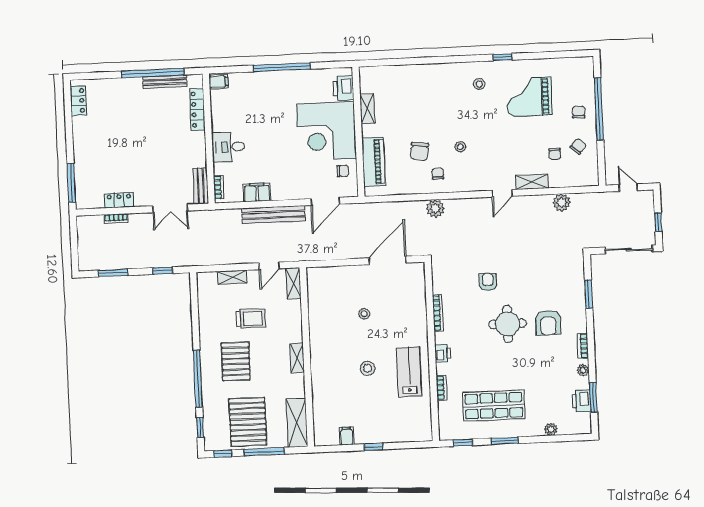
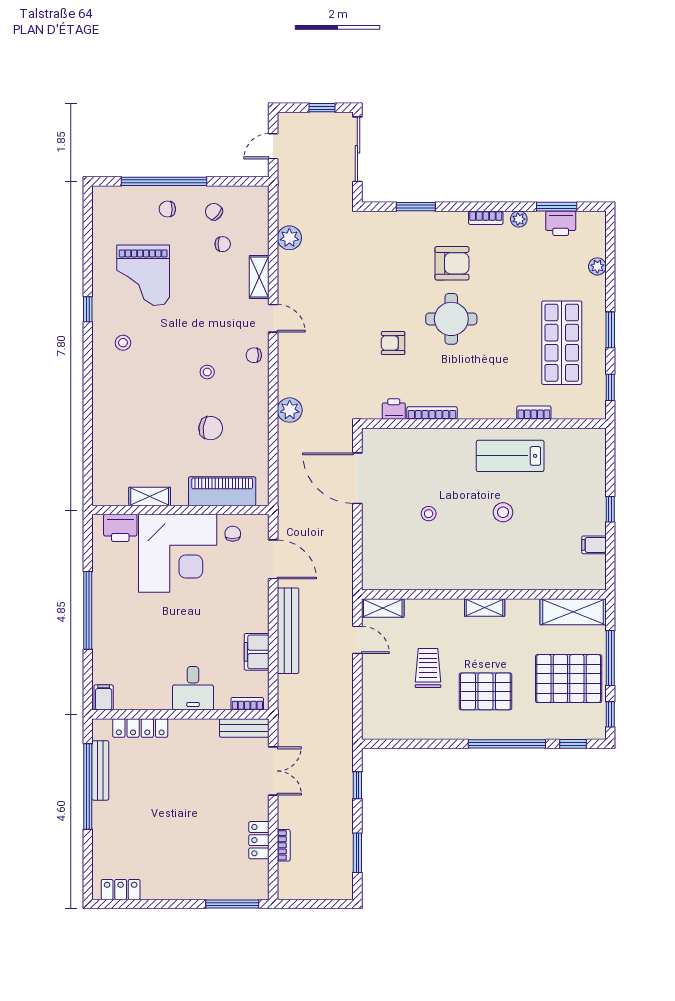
chair: (438, 174) -> (254, 355), moved
shelving: (232, 277) -> (371, 691), removed
printer: (443, 353) -> (394, 409), moved

